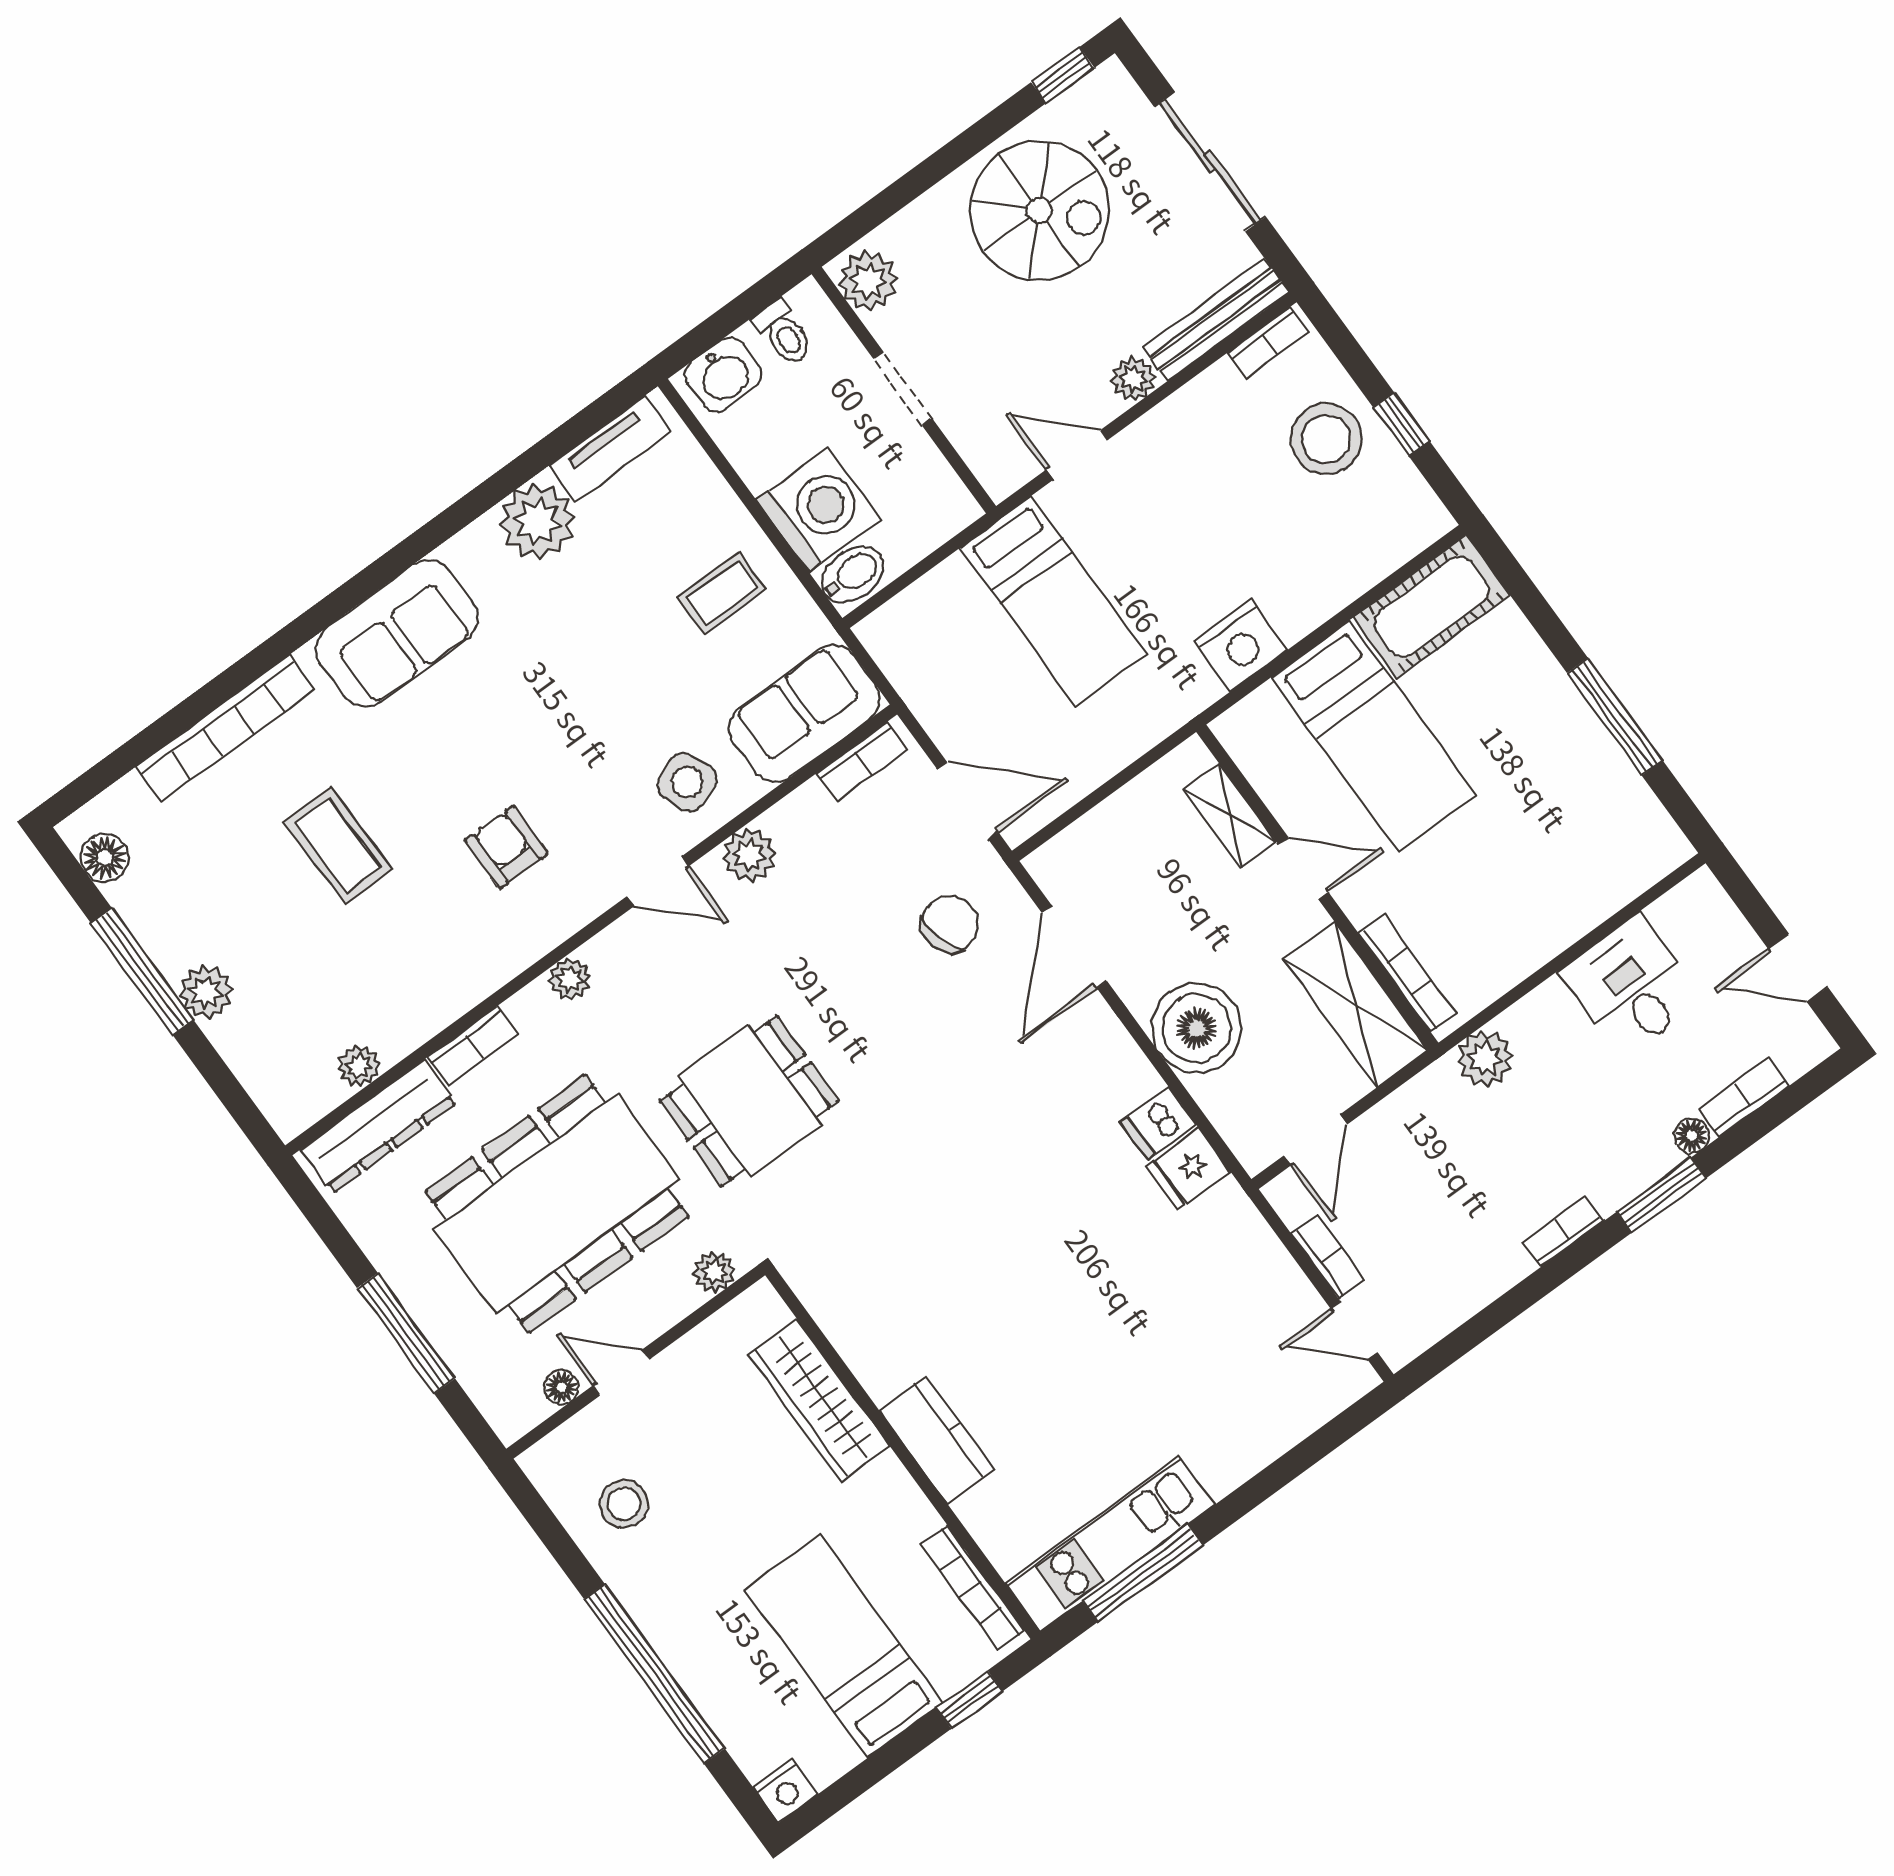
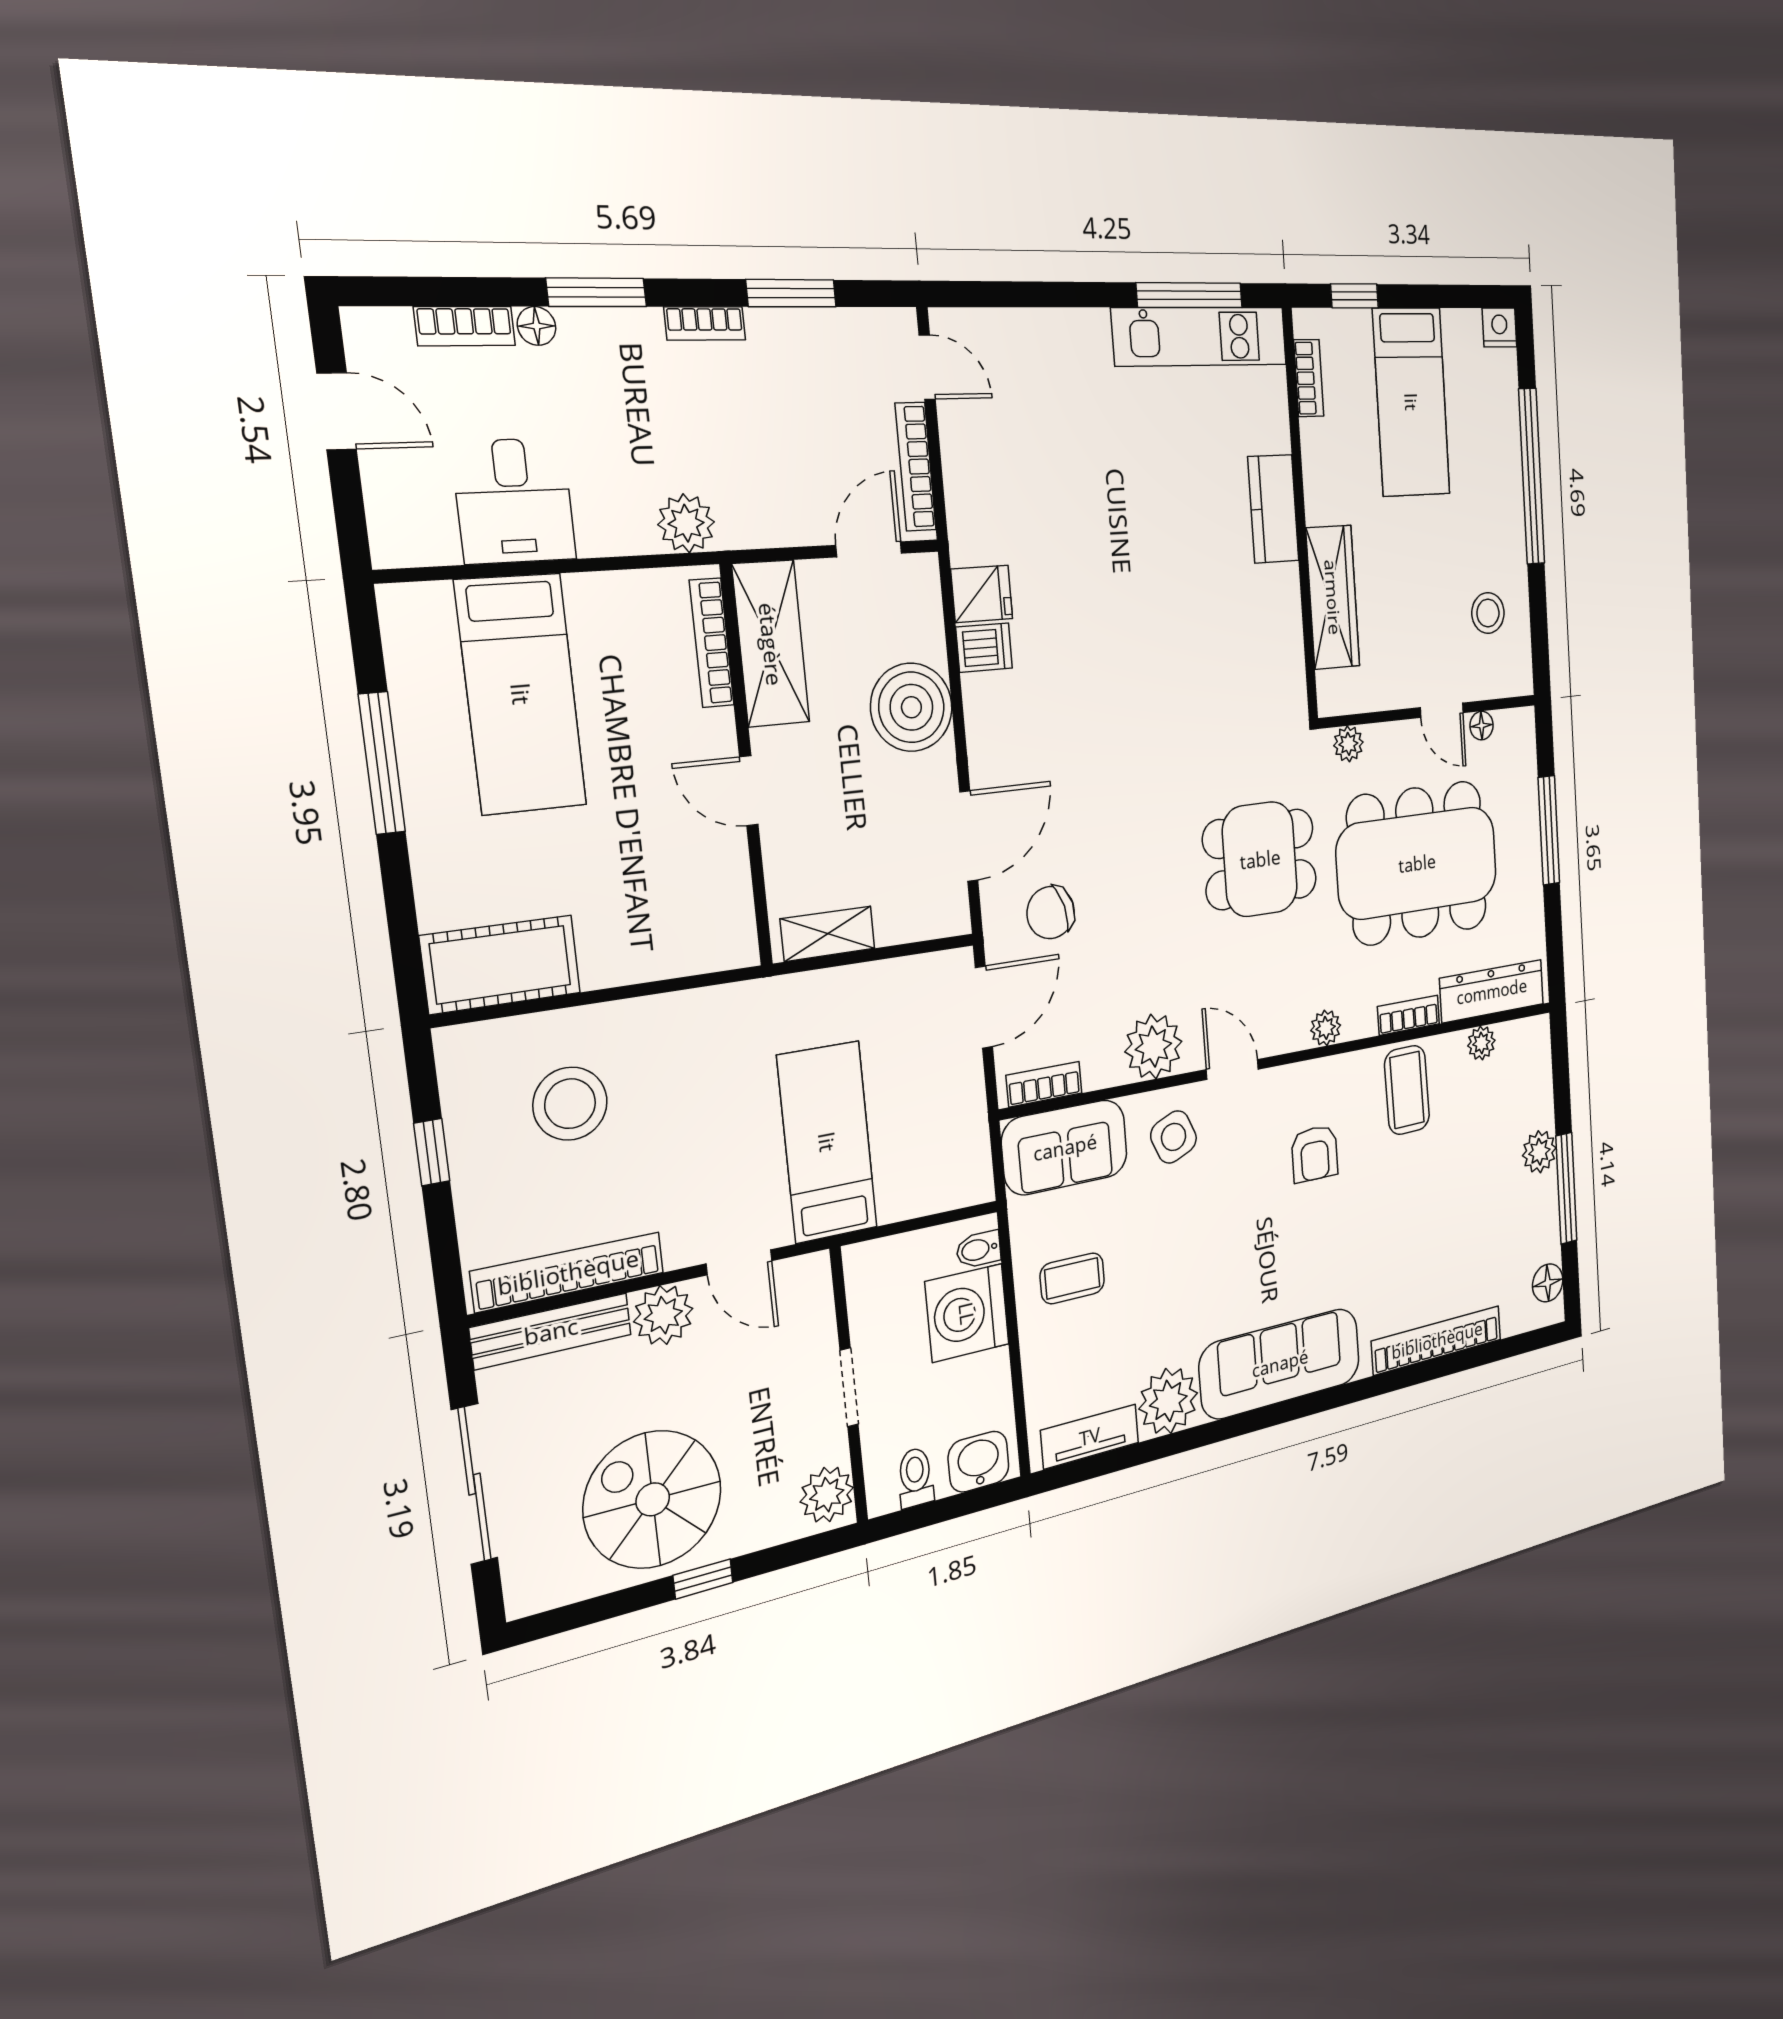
window: (1063, 75) -> (703, 1579), moved
bookcase: (1268, 342) -> (568, 1272), width x2.31, depth x1.31
plant: (1133, 379) -> (663, 1315), width x1.38, depth x1.38
stool: (1326, 439) -> (570, 1104), moved
bidet: (853, 574) -> (978, 1249), width x0.72, depth x0.74
sofa: (397, 633) -> (1280, 1363), width x1.36
nightstand: (1240, 645) -> (694, 1020), removed
bed: (1374, 736) -> (521, 694), moved, turned 180
door: (968, 801) -> (984, 1007), swing flipped
shelving: (1230, 815) -> (828, 934), moved, turned 90
coffee table: (338, 846) -> (1407, 1090), moved
plant: (749, 855) -> (1153, 1047), width x1.36, depth x1.36
bookcase: (1328, 1257) -> (916, 467), width x1.56
window: (1507, 1308) -> (791, 293), added
bookcase: (972, 1588) -> (1309, 378), width x0.64

